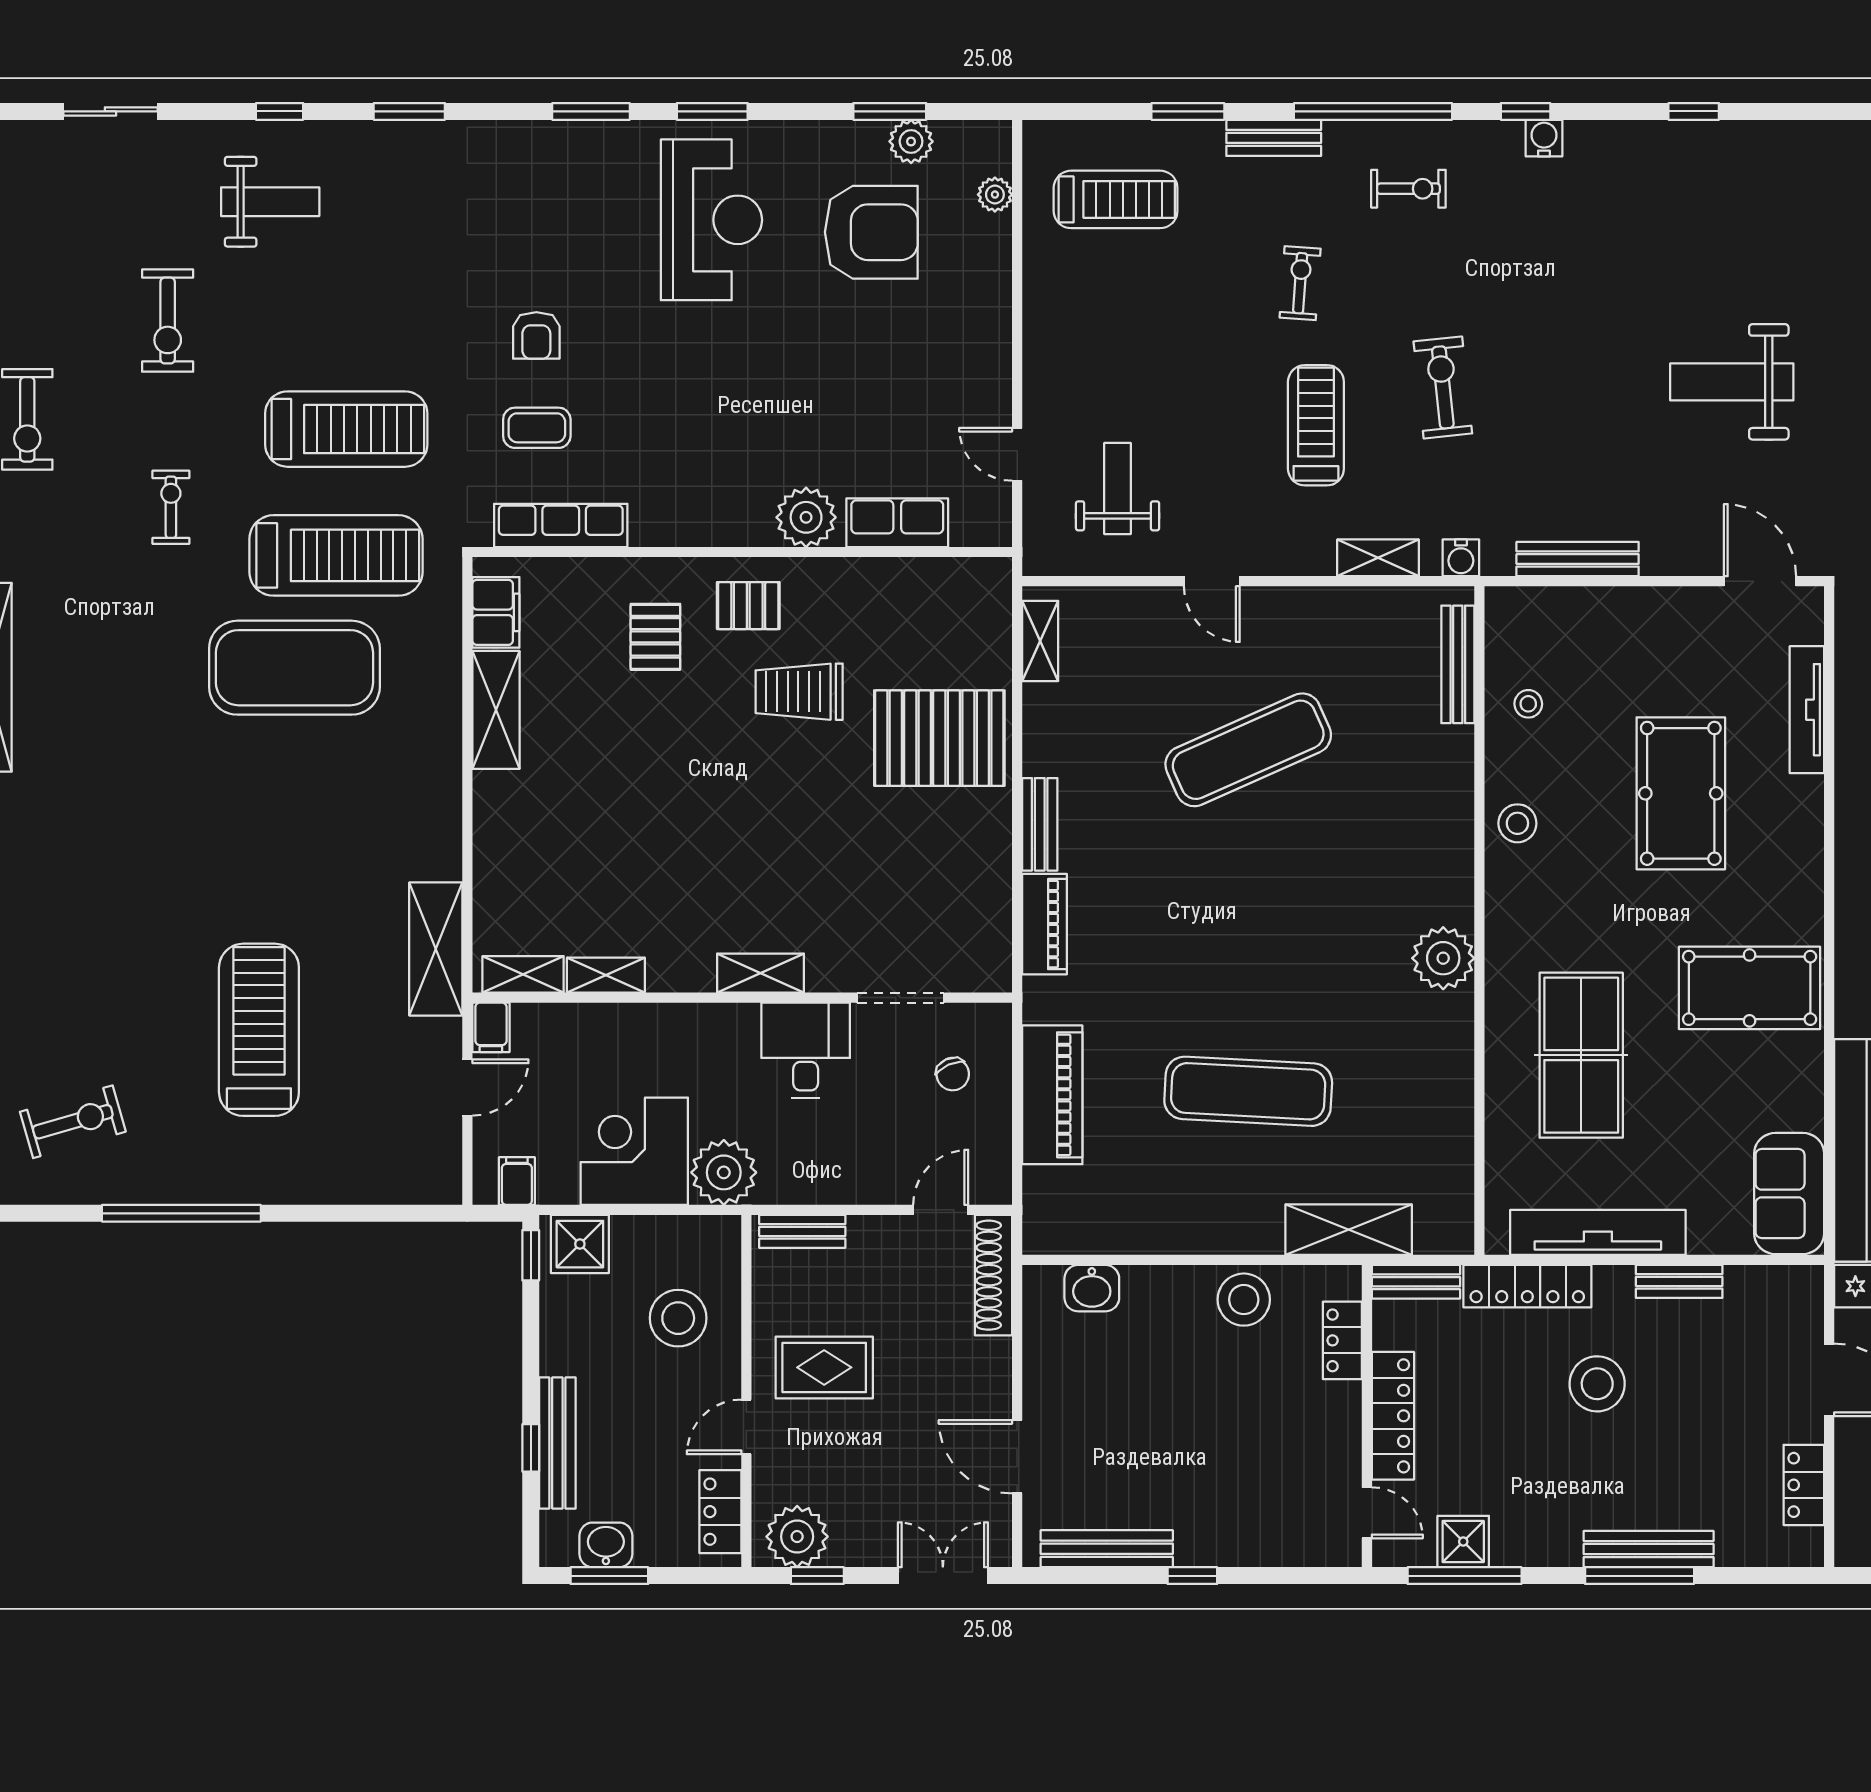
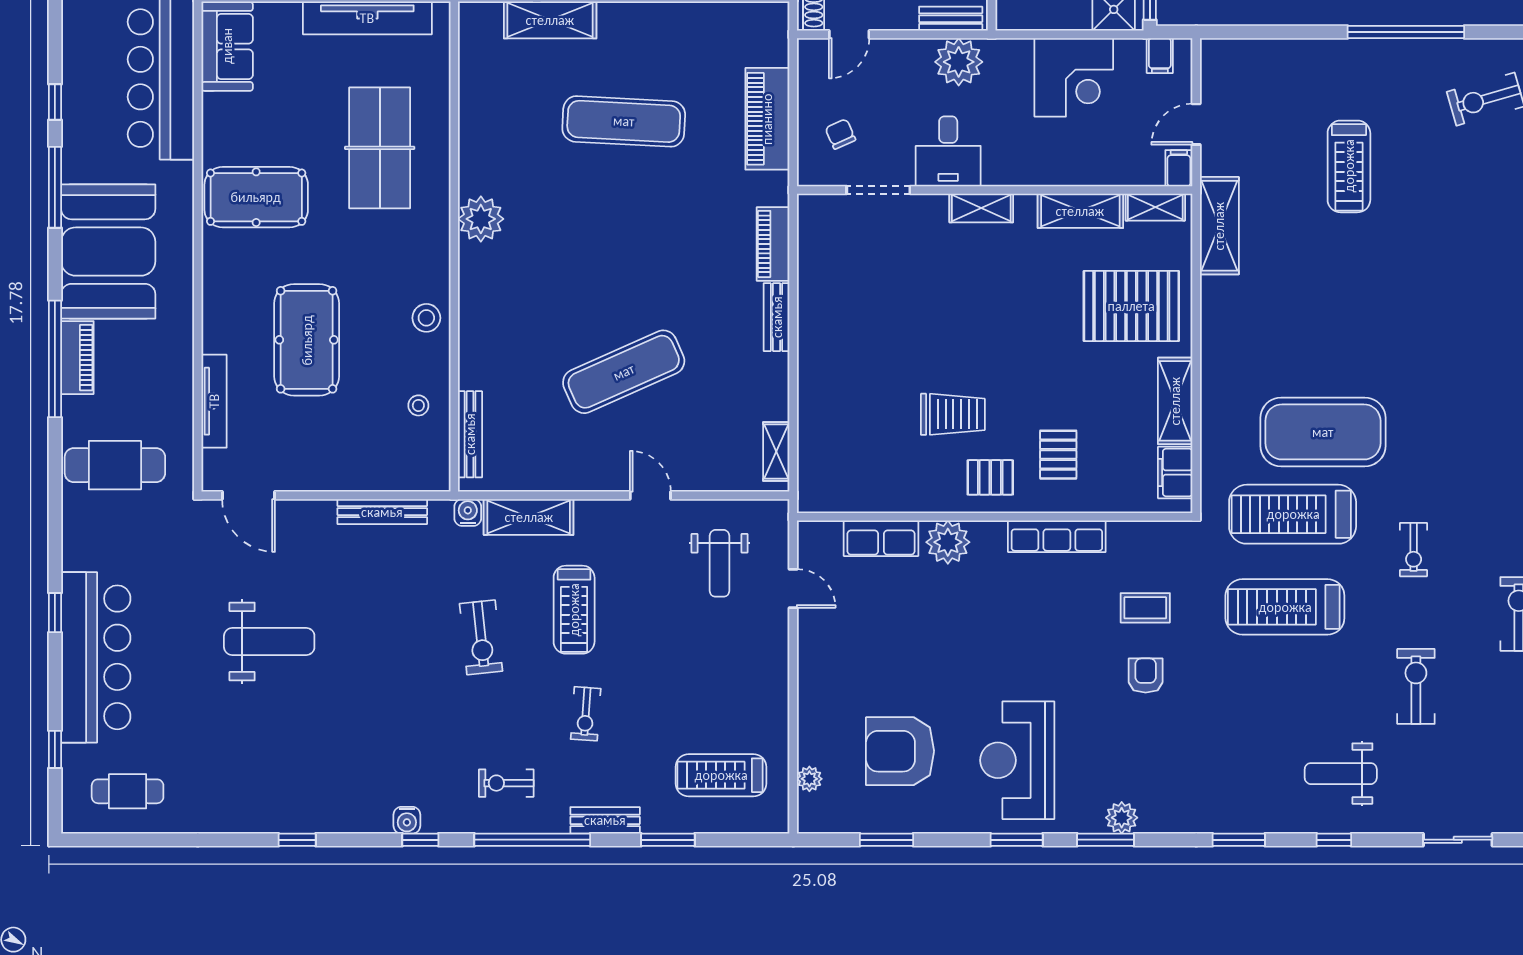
plant: (911, 141) -> (1122, 818), moved
row of seats: (561, 525) -> (1057, 536), moved
shelving: (1378, 558) -> (529, 517), width x1.50, depth x1.33
pallet: (939, 738) -> (1131, 306), moved
shelving: (606, 975) -> (1080, 211), width x1.50, depth x1.33
treadmill: (259, 1030) -> (1349, 166), width x0.73, depth x0.73
plant: (724, 1172) -> (959, 62), moved

